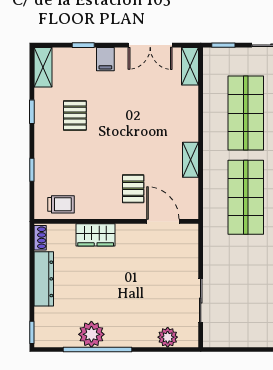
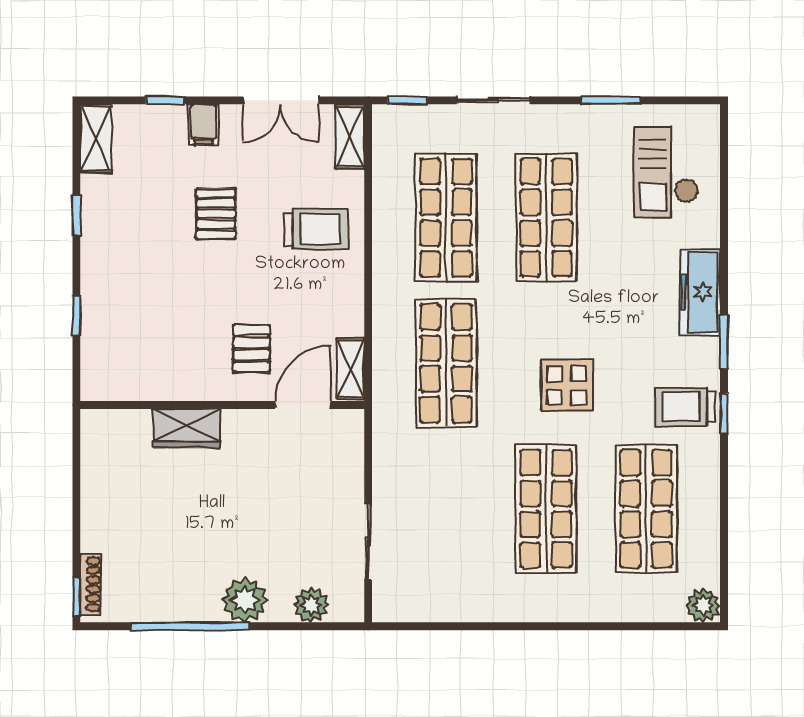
pallet: (75, 116) -> (216, 214), moved
shelving: (190, 160) -> (351, 368), moved
trolley: (61, 204) -> (316, 229), moved, width x1.36, depth x1.39
door: (163, 221) -> (303, 405), hinge flipped
shoe rack: (40, 238) -> (91, 584), moved, width x1.43
dresser: (44, 279) -> (97, 504), removed
plant: (91, 334) -> (245, 600), moved

